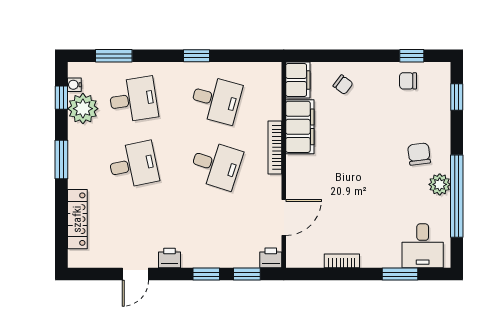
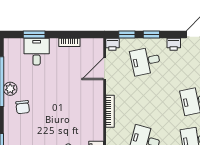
filing cabinet: (300, 127) -> (95, 124), removed
desk: (216, 165) -> (146, 61), moved, turned -30
desk: (423, 246) -> (37, 52), moved

